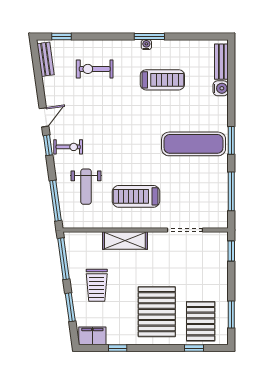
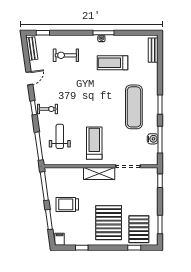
treadmill: (162, 80) -> (112, 63), turned 180
water cooler: (221, 88) -> (153, 139), moved
door: (44, 117) -> (29, 78), moved
exercise mat: (194, 144) -> (134, 107), turned 90
weight bench: (86, 187) -> (60, 136), turned 180
treadmill: (136, 196) -> (94, 143), turned 90
shelving: (125, 241) -> (99, 174), moved
trolley: (97, 285) -> (67, 204), turned 90
filing cabinet: (92, 336) -> (60, 239), width x0.50

